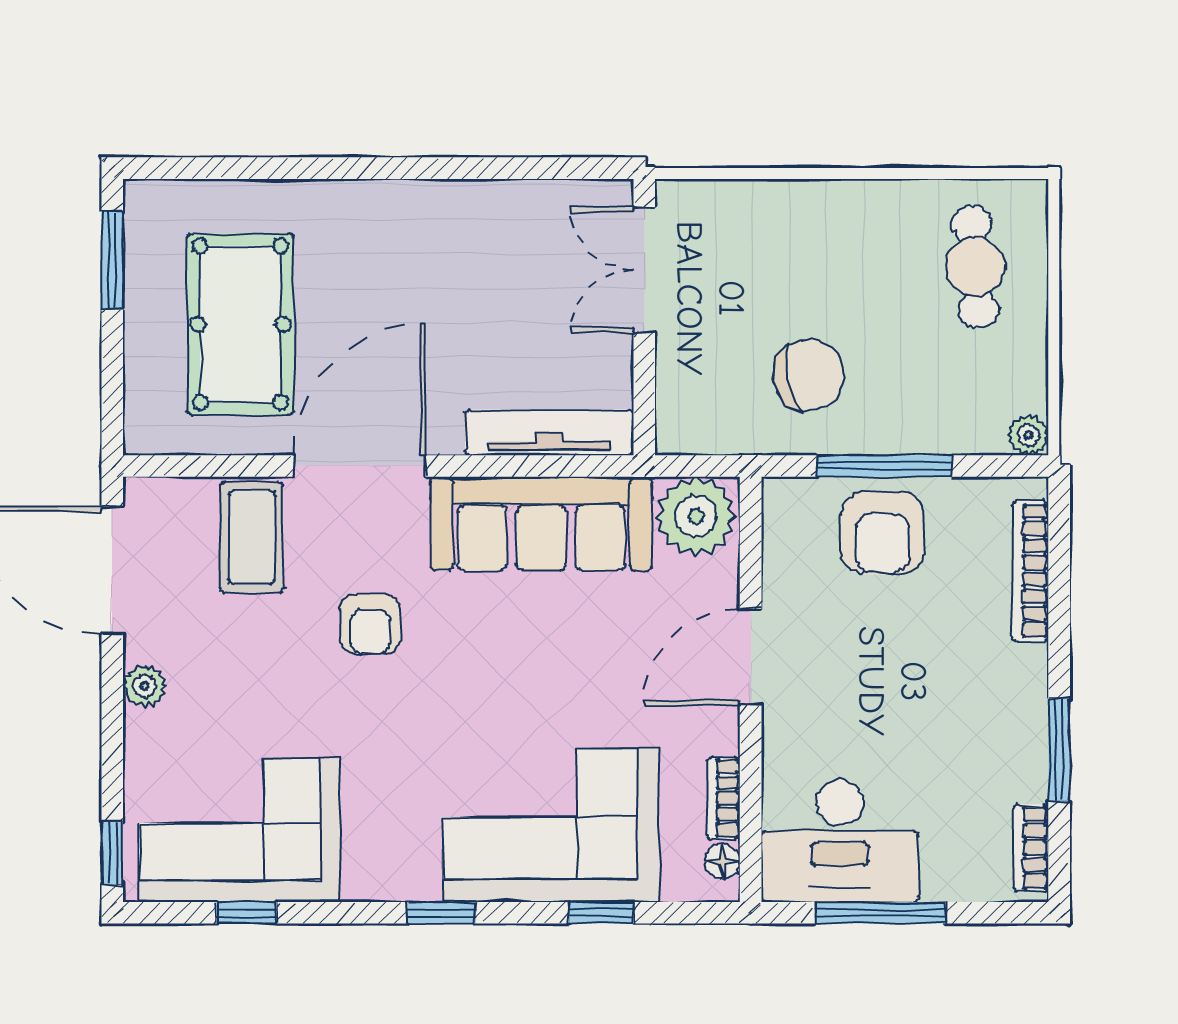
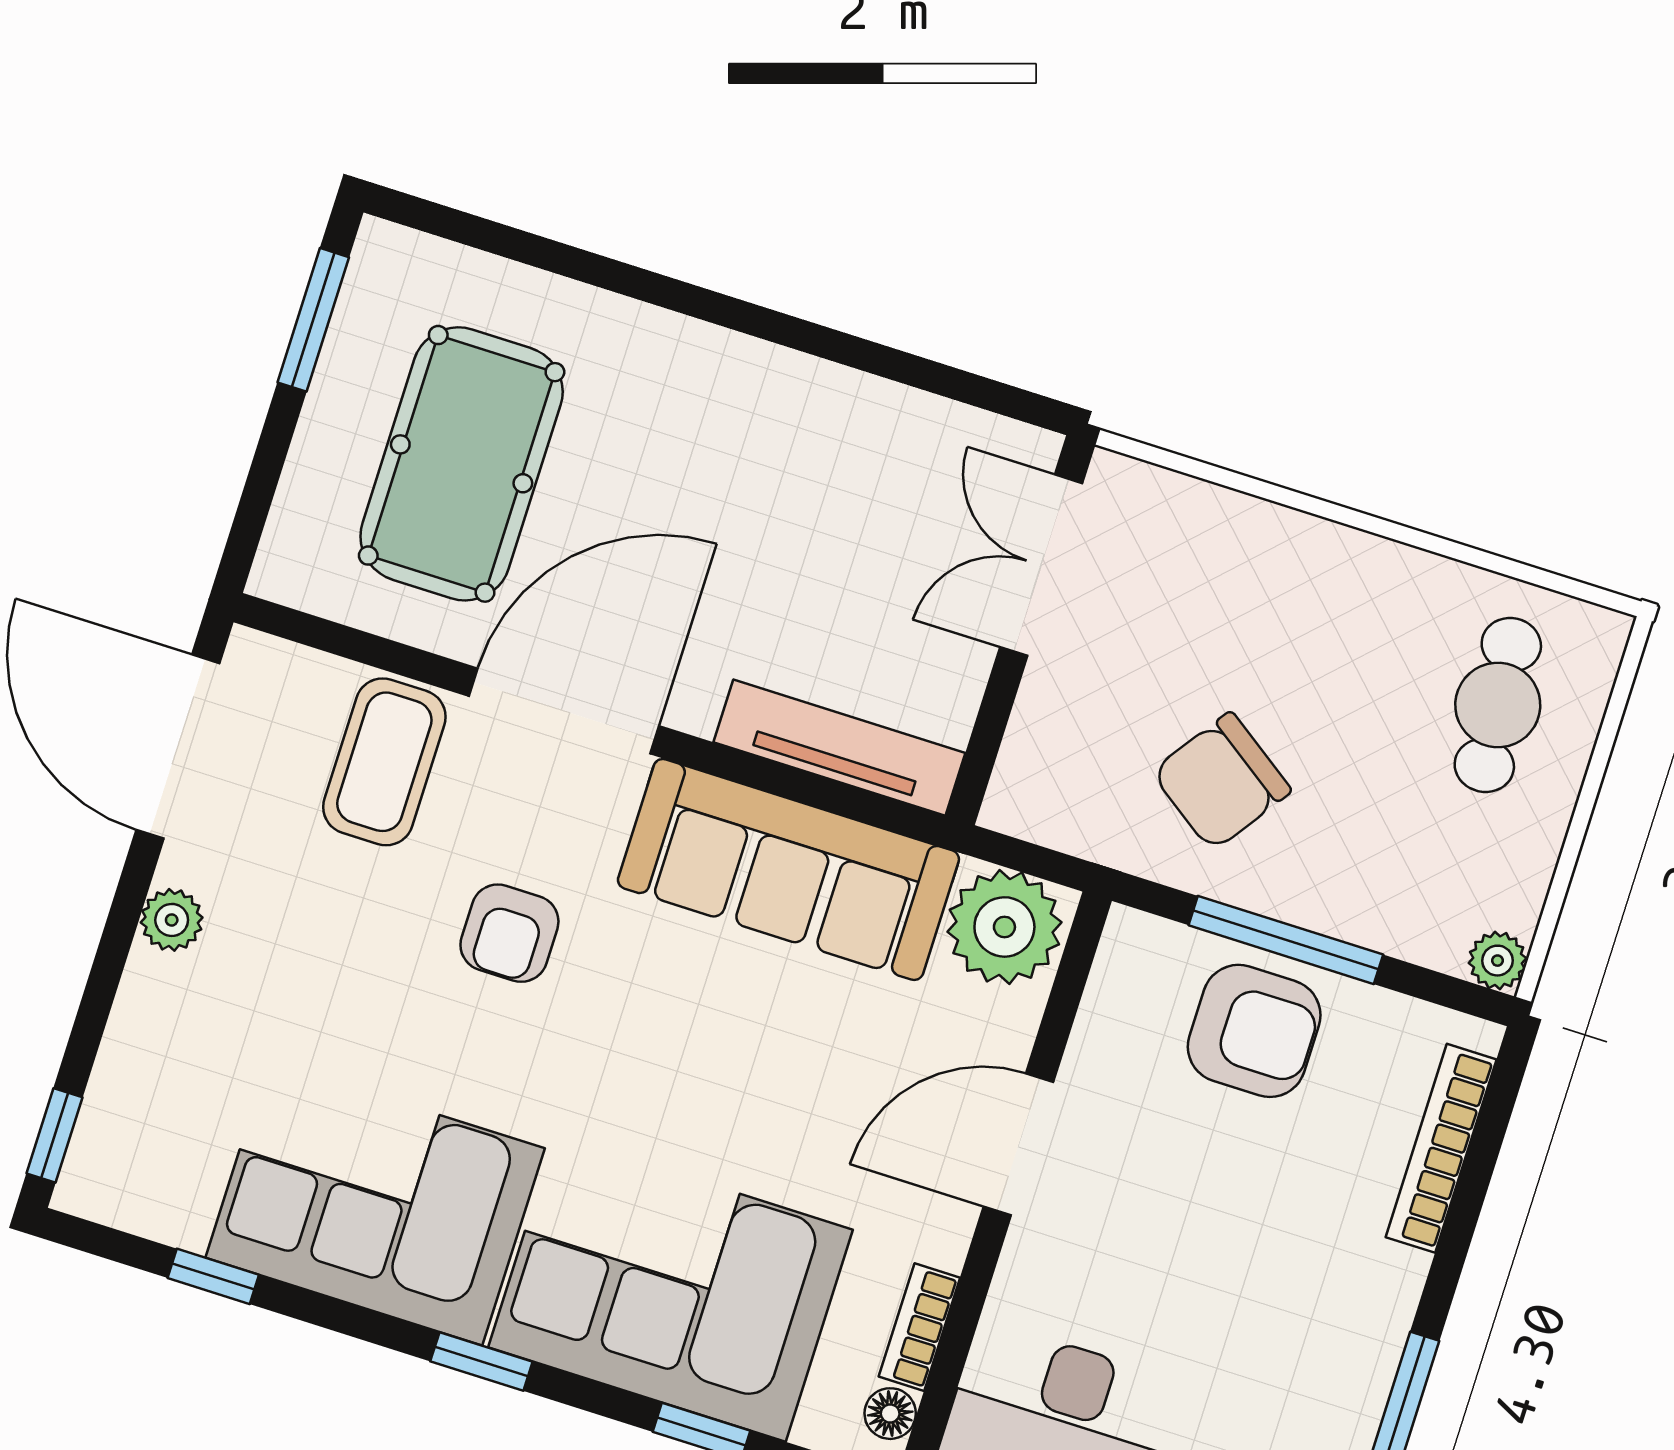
chair: (809, 375) -> (1221, 781), turned 137
armchair: (882, 533) -> (1254, 1031), turned -90
corner sofa: (240, 830) -> (375, 1203), moved

